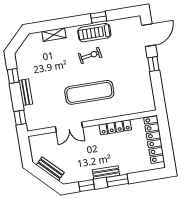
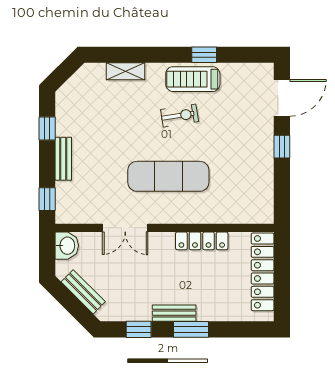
washbasin: (36, 143) -> (67, 246), added

